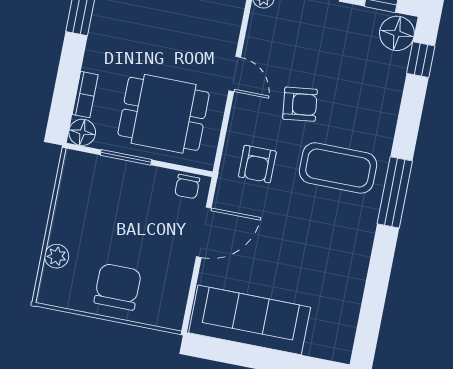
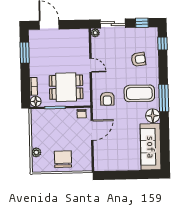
floor lamp: (397, 33) -> (153, 116), moved
armchair: (300, 104) -> (138, 59), moved
sofa: (250, 320) -> (151, 147), moved, turned -90

